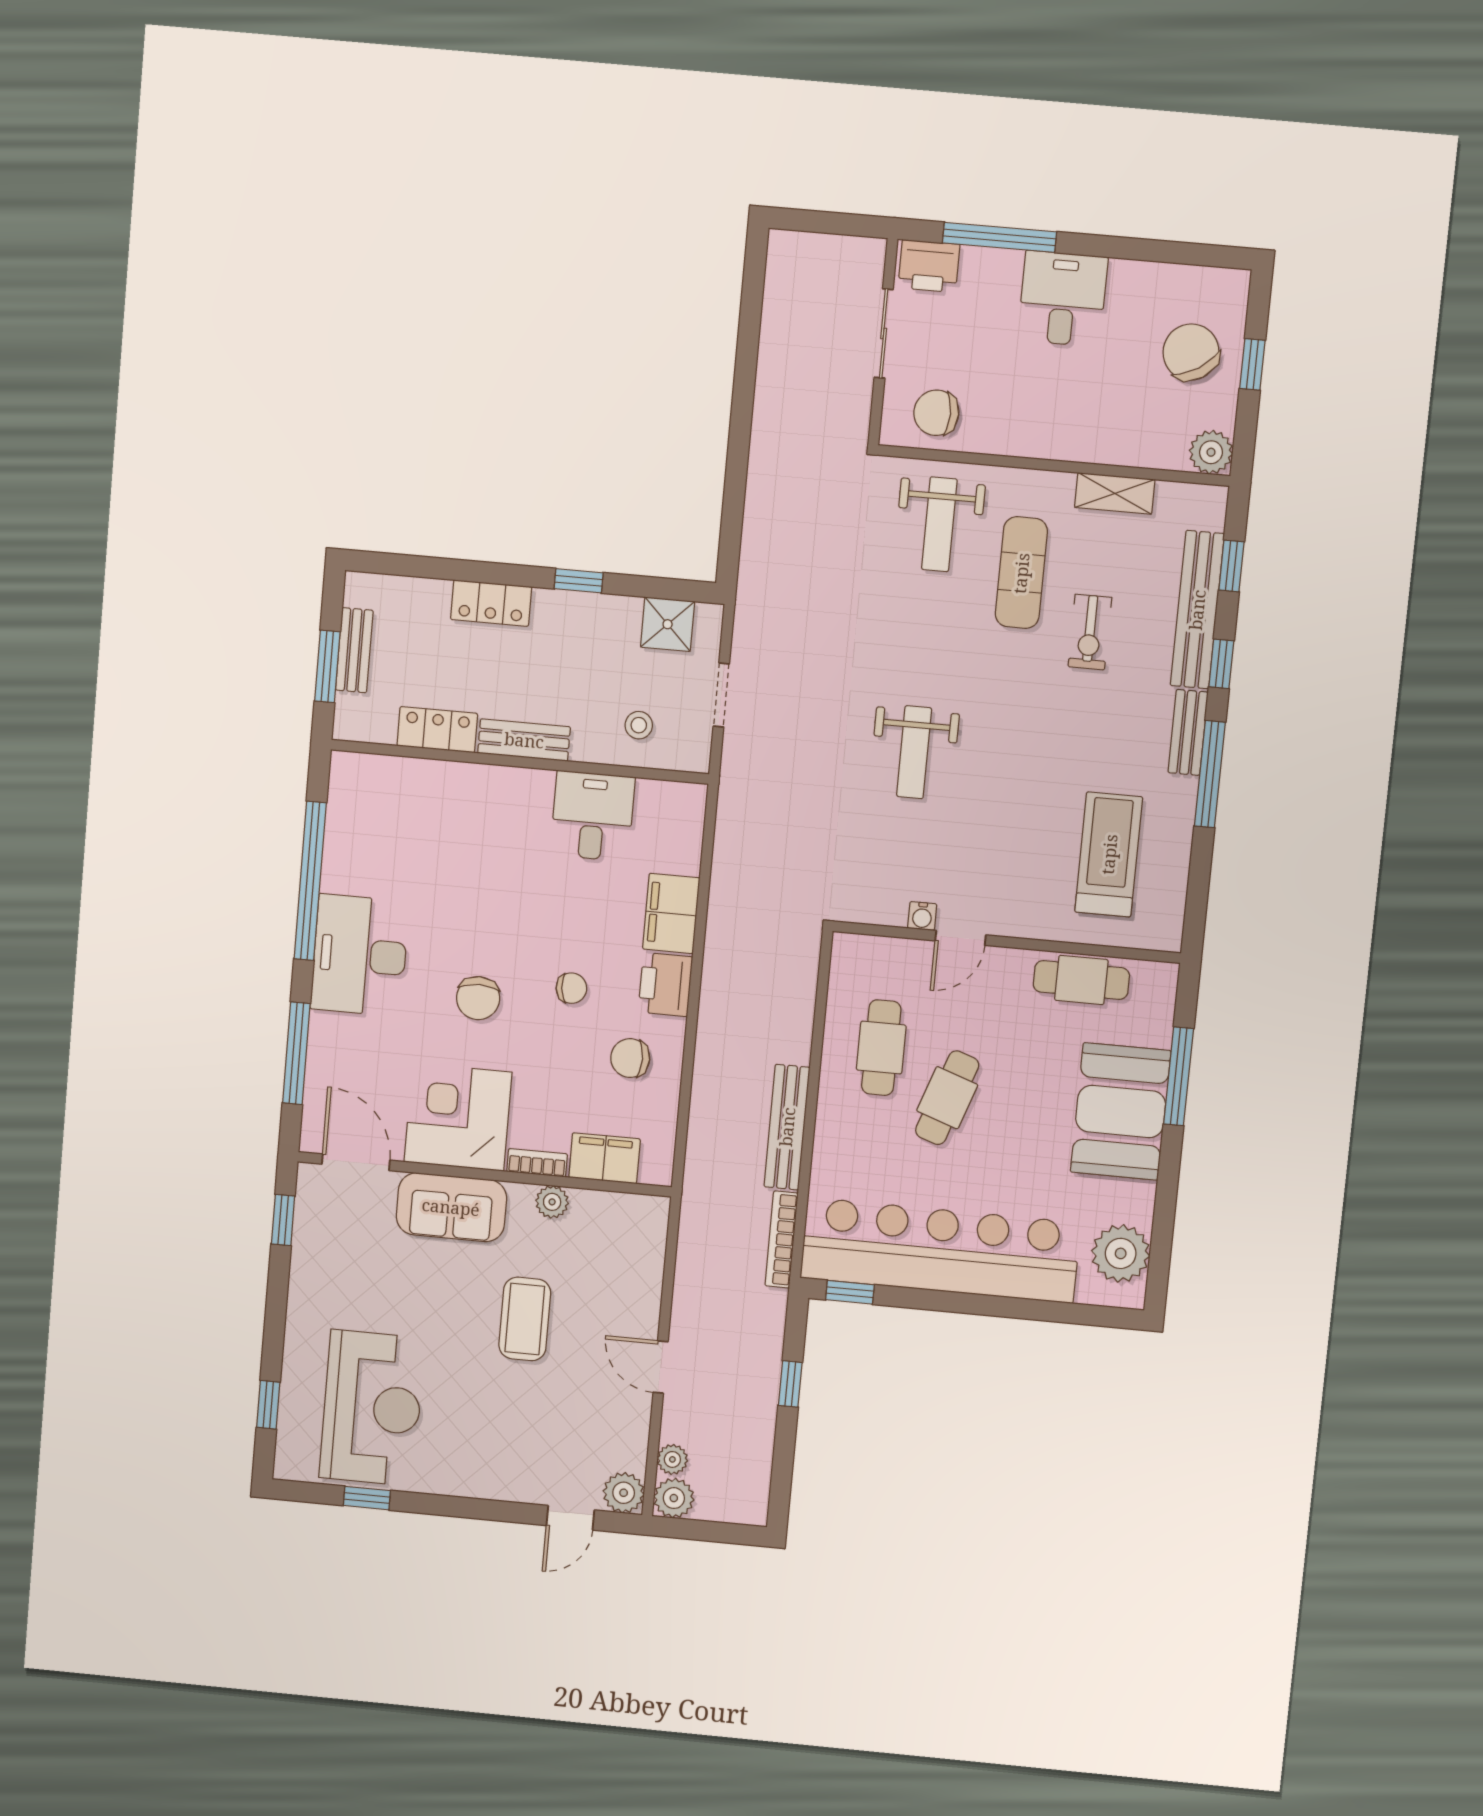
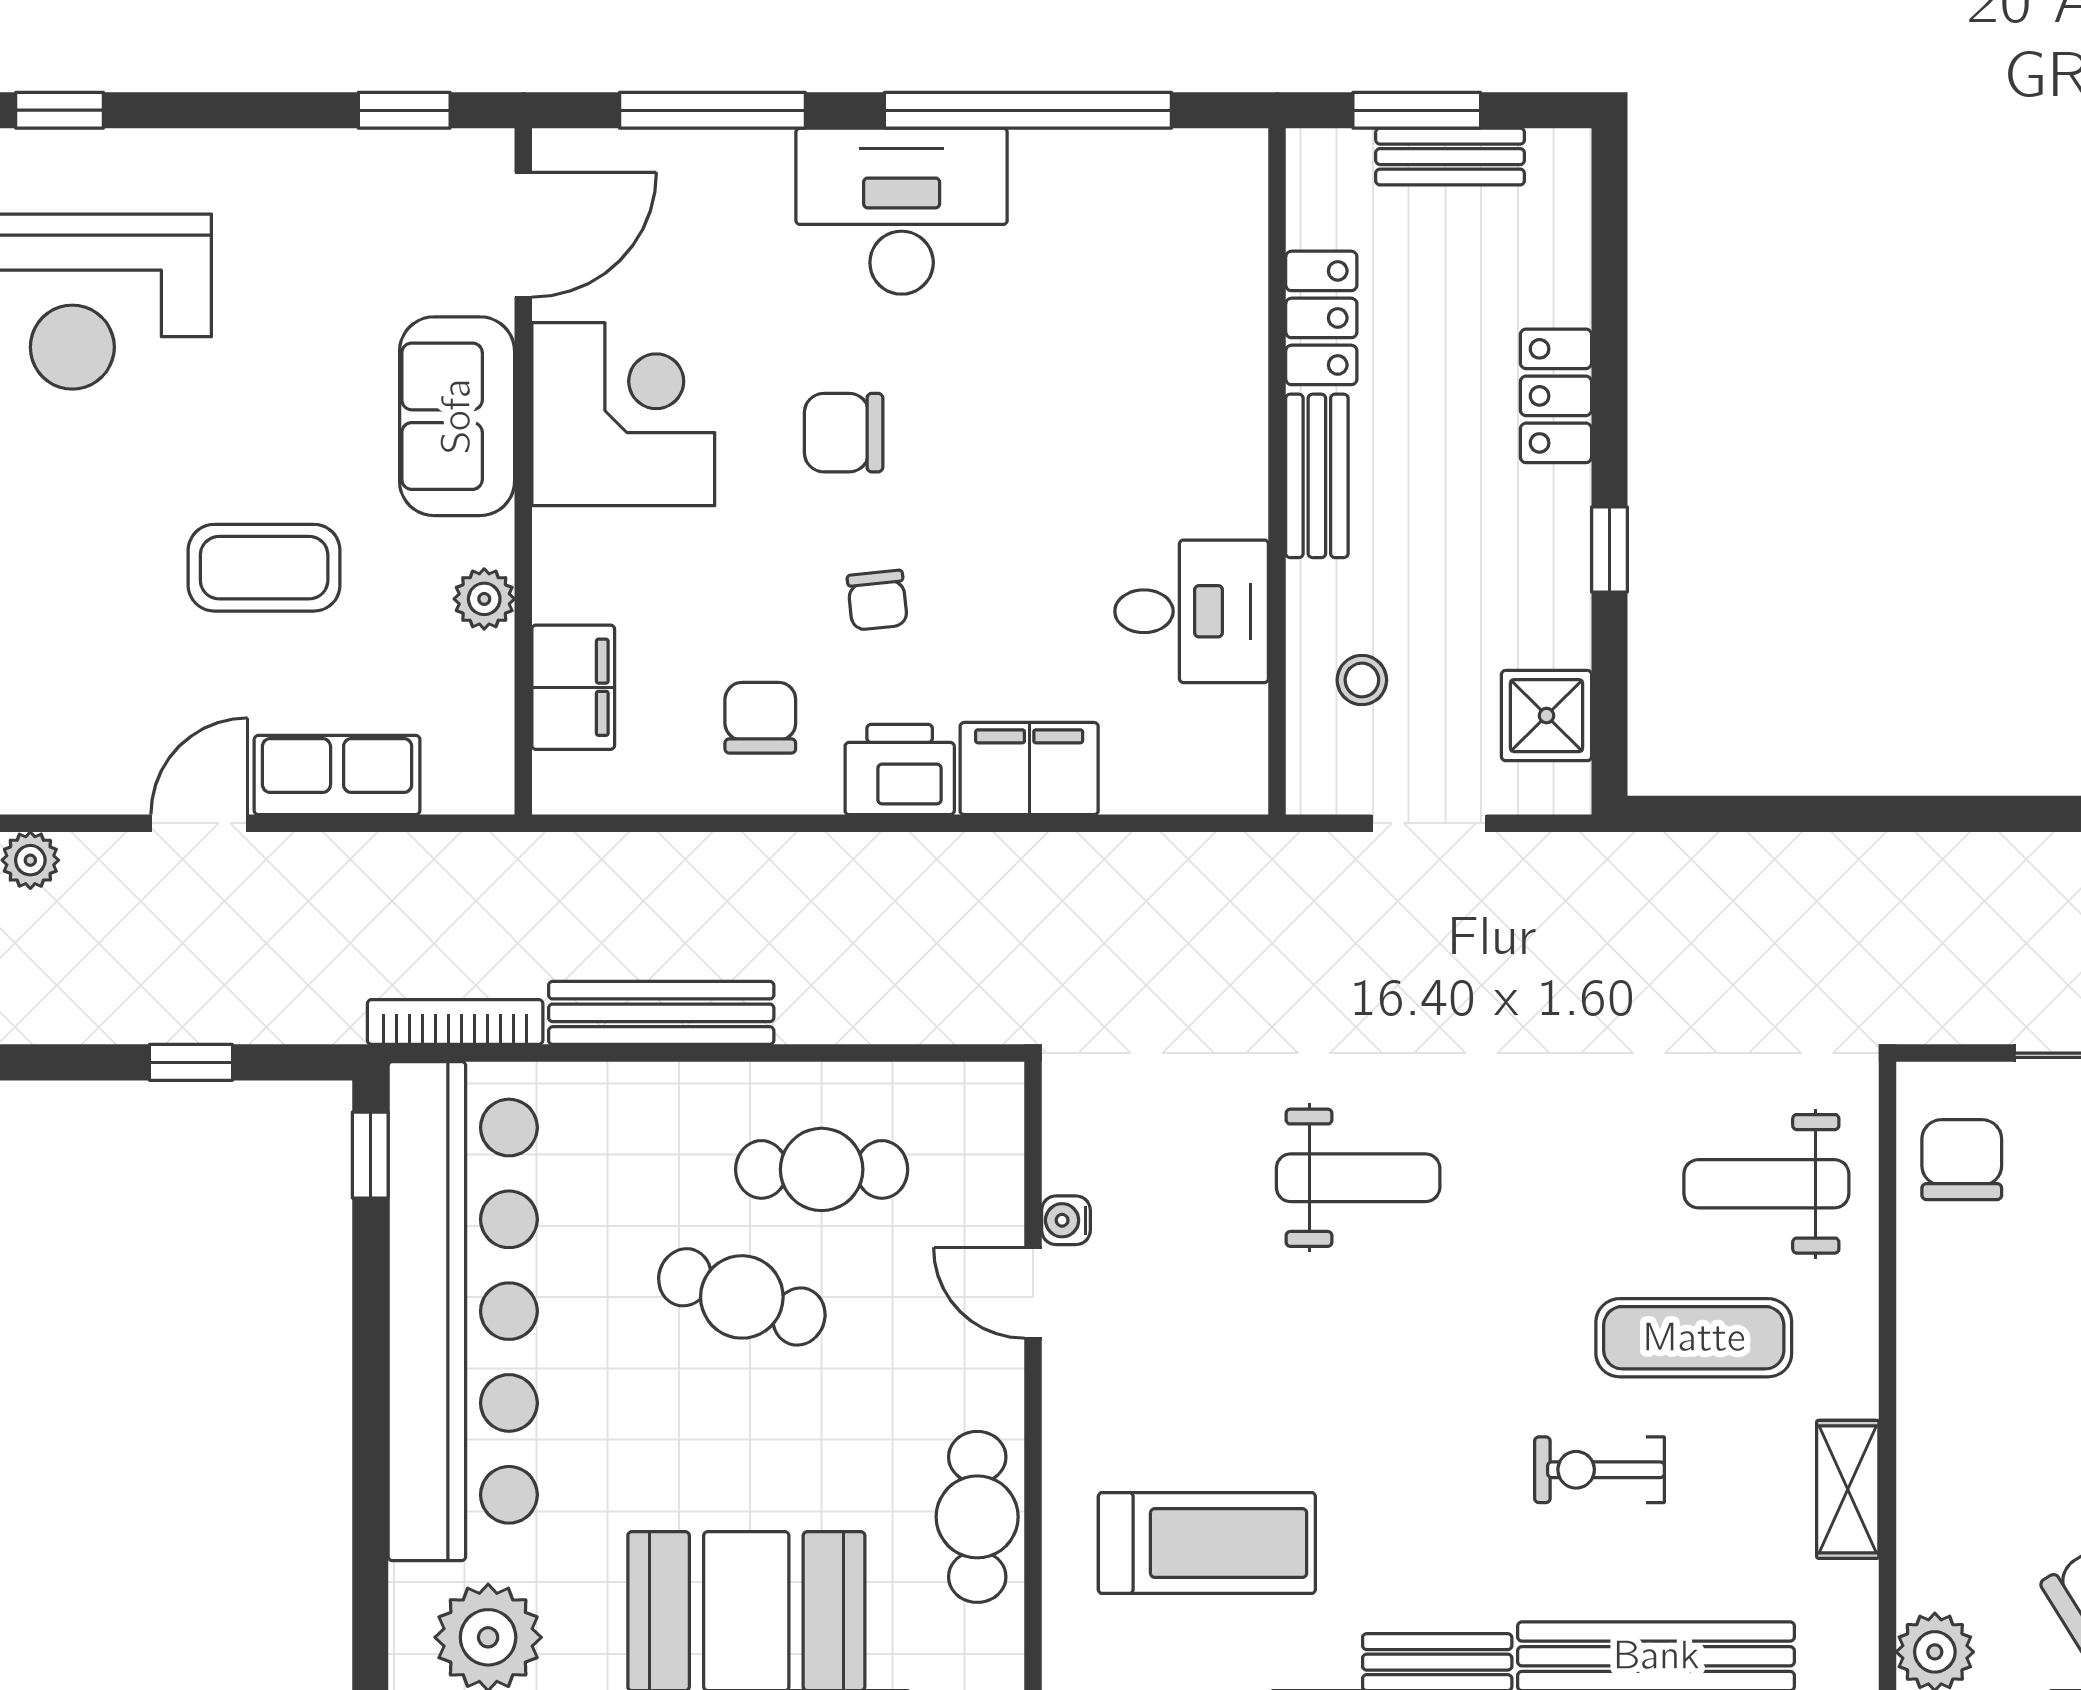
weight bench: (914, 752) -> (1358, 1178), turned 180
bookcase: (537, 1163) -> (553, 565), removed
row of seats: (641, 1290) -> (337, 775), added

